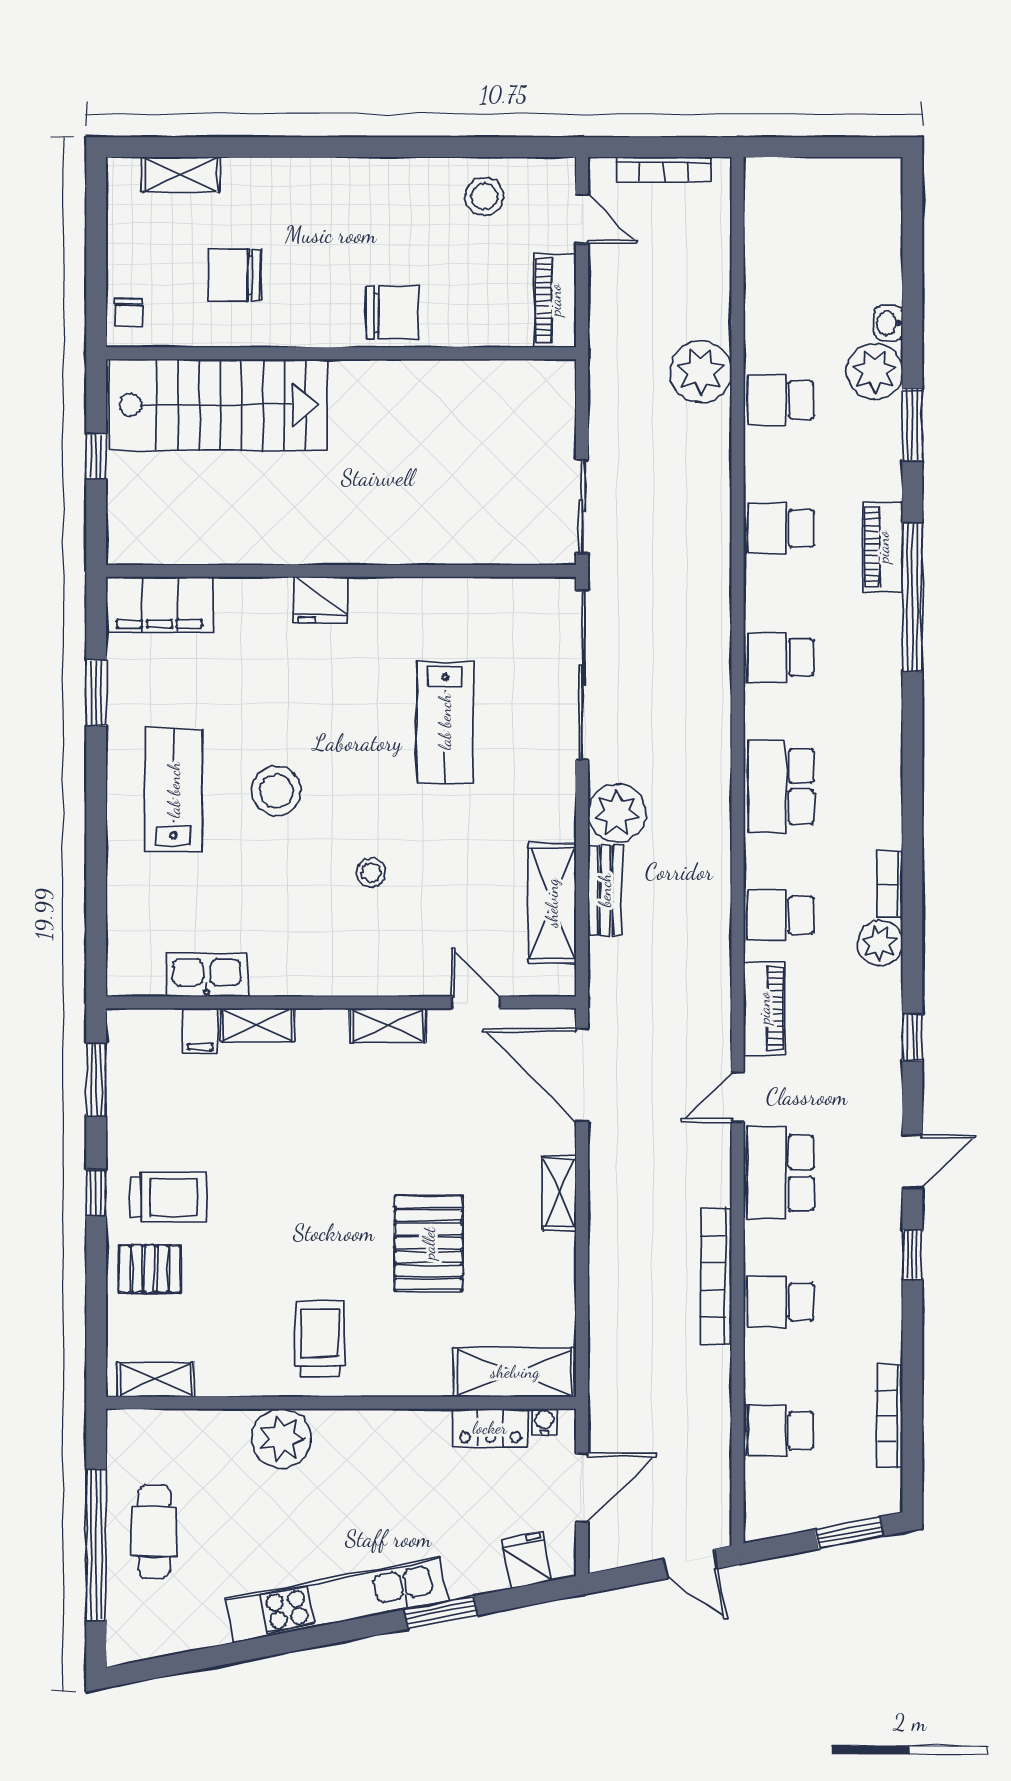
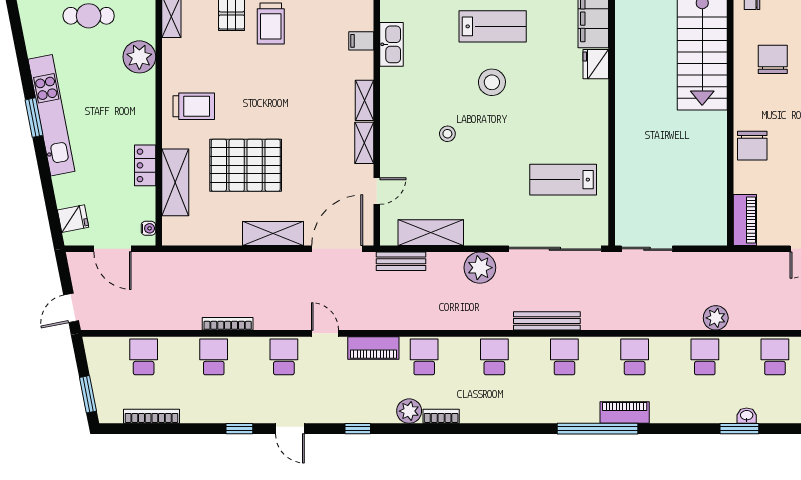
school desk: (781, 271) -> (775, 357), added
piano: (555, 300) -> (745, 220), moved, turned 90
plant: (701, 372) -> (716, 318), width x0.73, depth x0.73
plant: (875, 372) -> (720, 408), removed
window: (912, 425) -> (739, 429), moved
fridge: (321, 600) -> (596, 64), moved
bench: (714, 690) -> (547, 321), added
lab bench: (445, 722) -> (563, 180), moved
school desk: (781, 786) -> (494, 357), width x0.54
bench: (605, 890) -> (401, 261), moved
shelving: (257, 1025) -> (364, 100), moved
school desk: (781, 1173) -> (284, 357), width x0.54
shelving: (559, 1193) -> (273, 233), width x1.50, depth x1.33
pallet: (429, 1243) -> (246, 165), width x1.37, depth x1.41
bookcase: (716, 1276) -> (228, 324), width x0.68, depth x0.76
shelving: (515, 1372) -> (175, 182), moved
locker: (490, 1428) -> (145, 165), moved
plant: (282, 1438) -> (139, 57), moved
window: (441, 1612) -> (34, 118), moved

